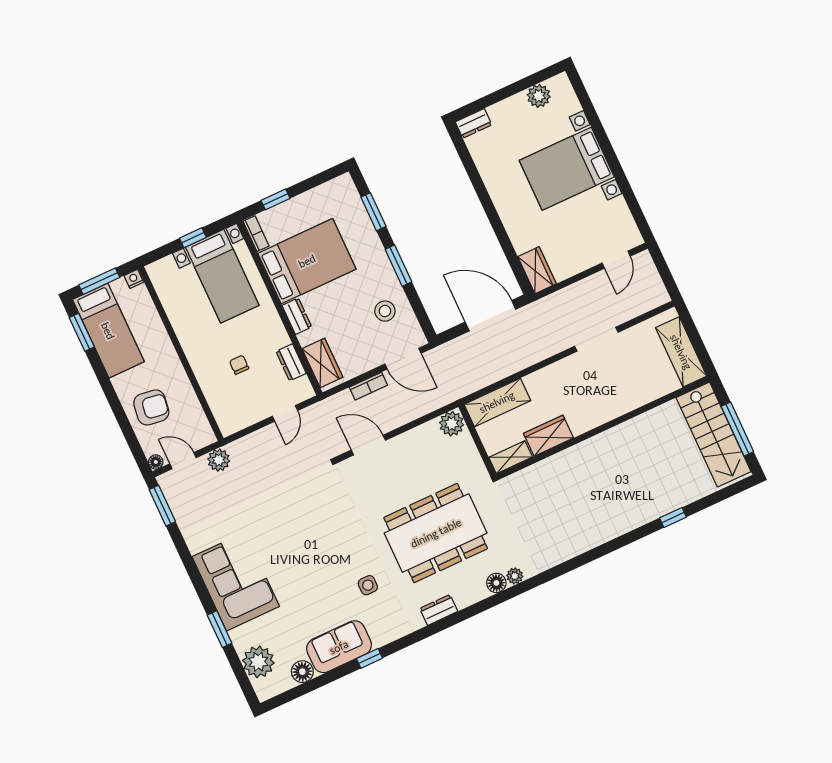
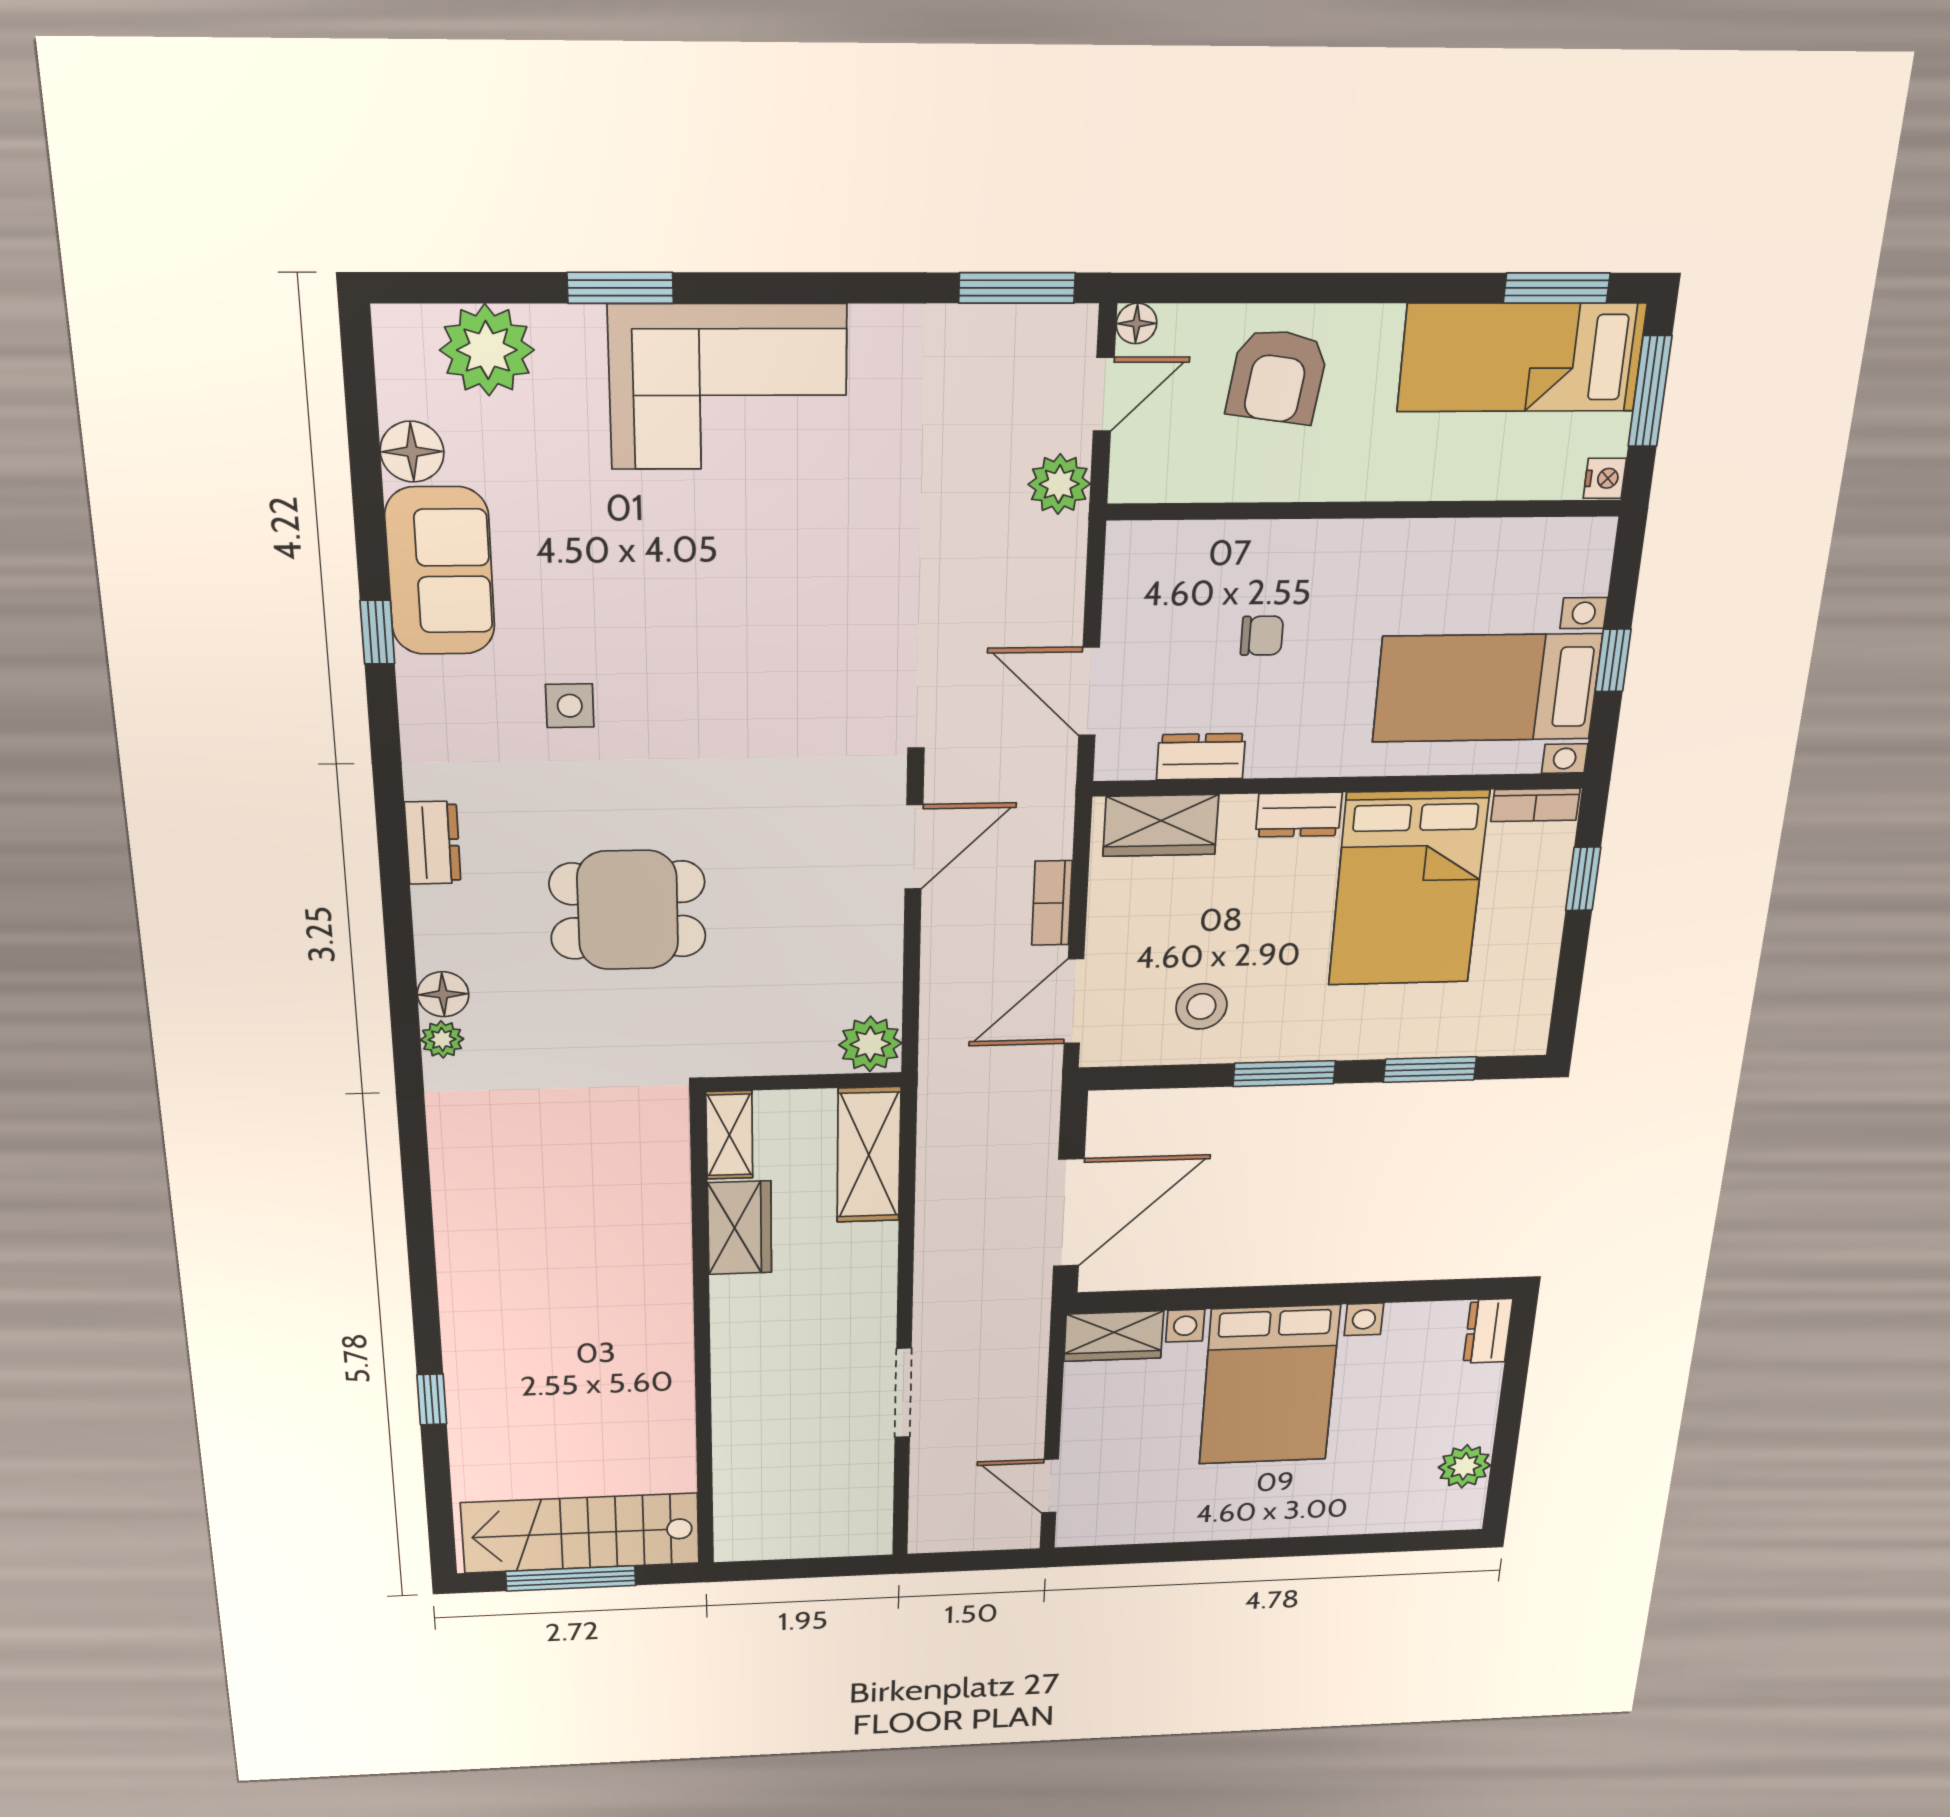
bed with nightstands: (567, 169) -> (1269, 1385), moved, turned 180
shelving: (681, 352) -> (790, 1535), removed
door: (285, 413) -> (1089, 691), width x1.37
dining table: (436, 533) -> (628, 910), width x0.53, depth x0.80

